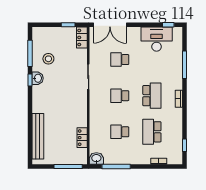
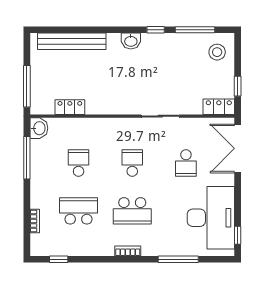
desk: (157, 39) -> (211, 218), width x1.36, depth x1.30
stool: (48, 59) -> (217, 52), moved
school desk: (120, 60) -> (186, 163), turned 180
washbasin: (38, 78) -> (131, 41), moved

